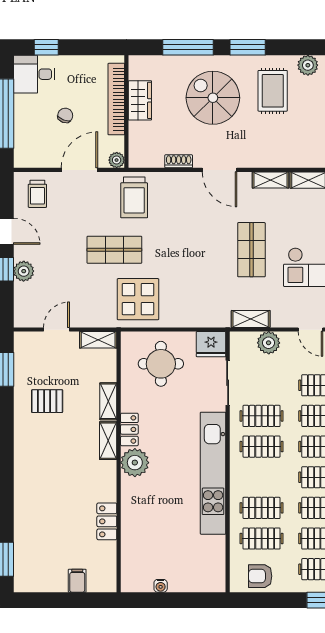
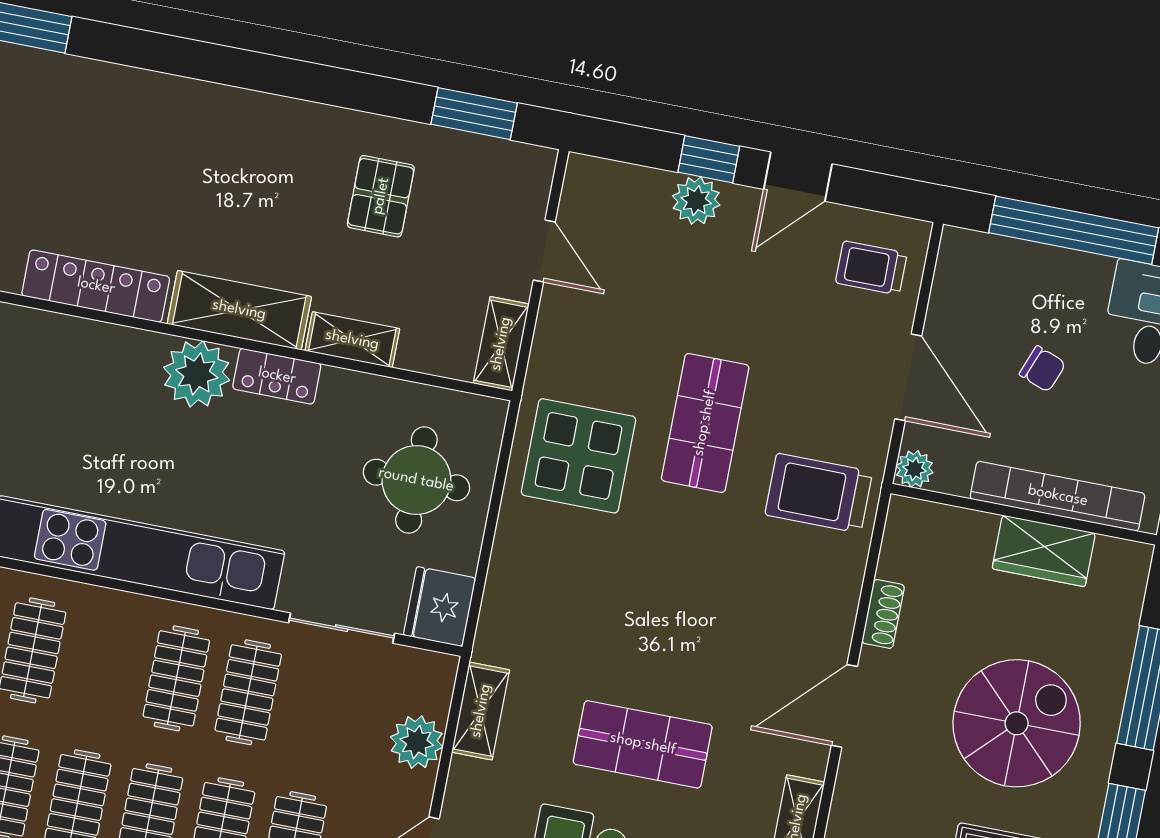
shelving: (108, 441) -> (239, 310), width x1.50, depth x1.33
locker: (107, 521) -> (96, 286), width x1.53

